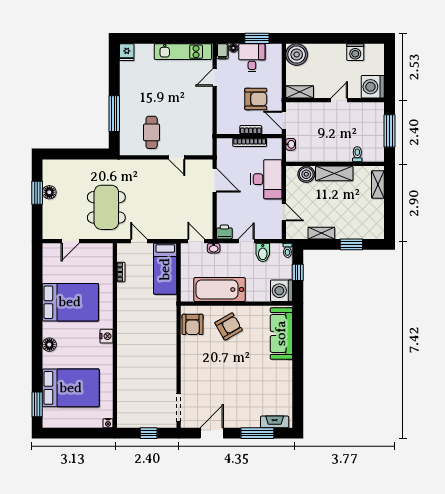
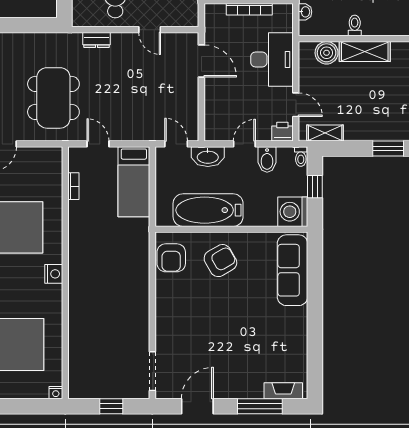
toilet: (357, 154) -> (355, 25), moved
dresser: (138, 165) -> (97, 40), added
printer: (224, 232) -> (282, 132), moved
shelving: (321, 233) -> (325, 133), moved
washbasin: (214, 248) -> (208, 157), width x1.91, depth x1.45

